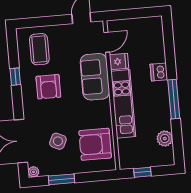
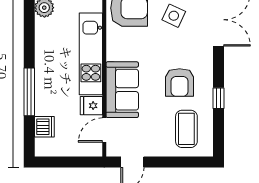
dishwasher: (159, 72) -> (44, 127), moved
armchair: (48, 87) -> (180, 82), turned 180
window: (174, 99) -> (29, 92), moved

